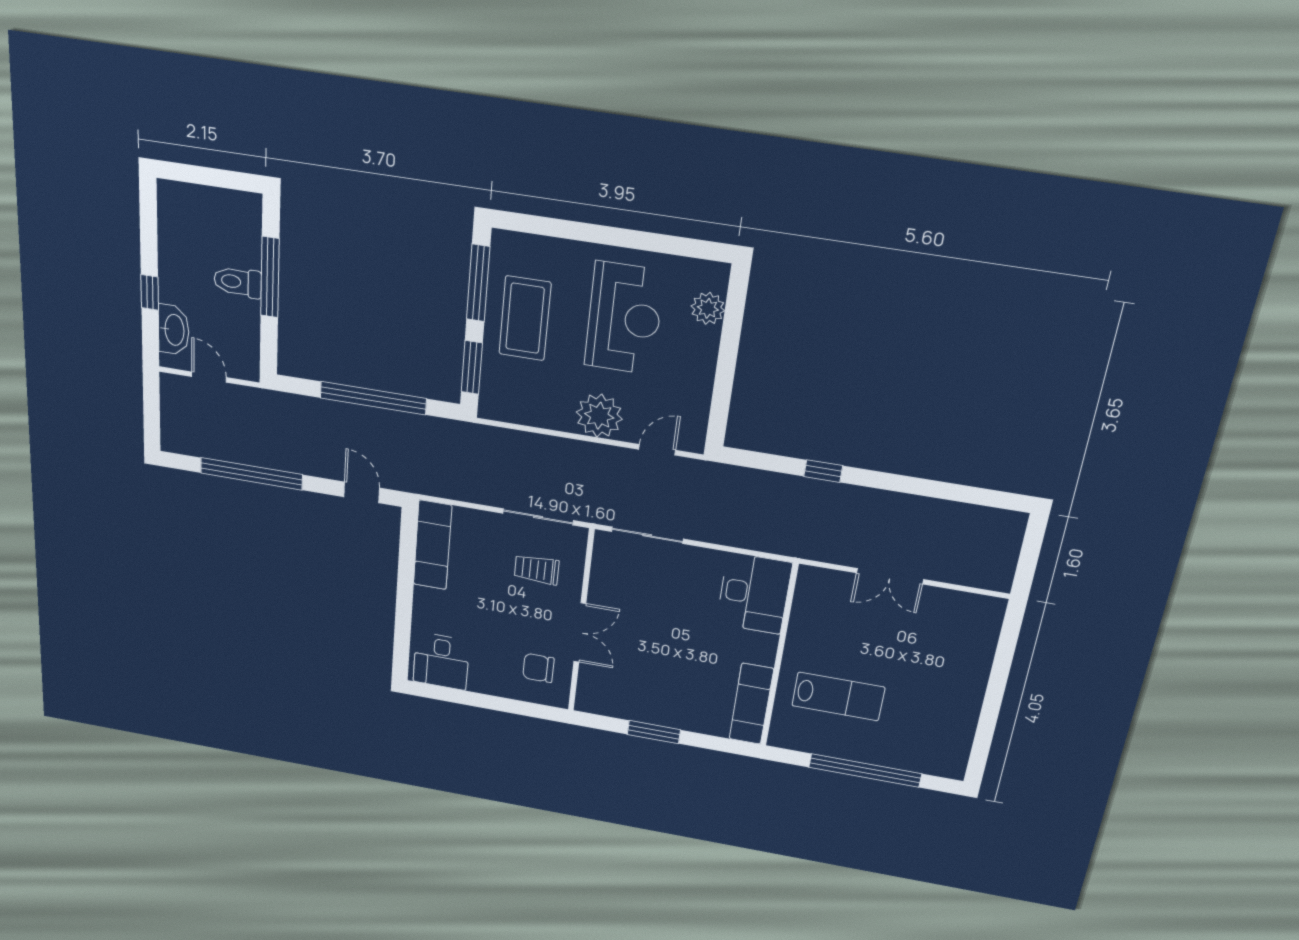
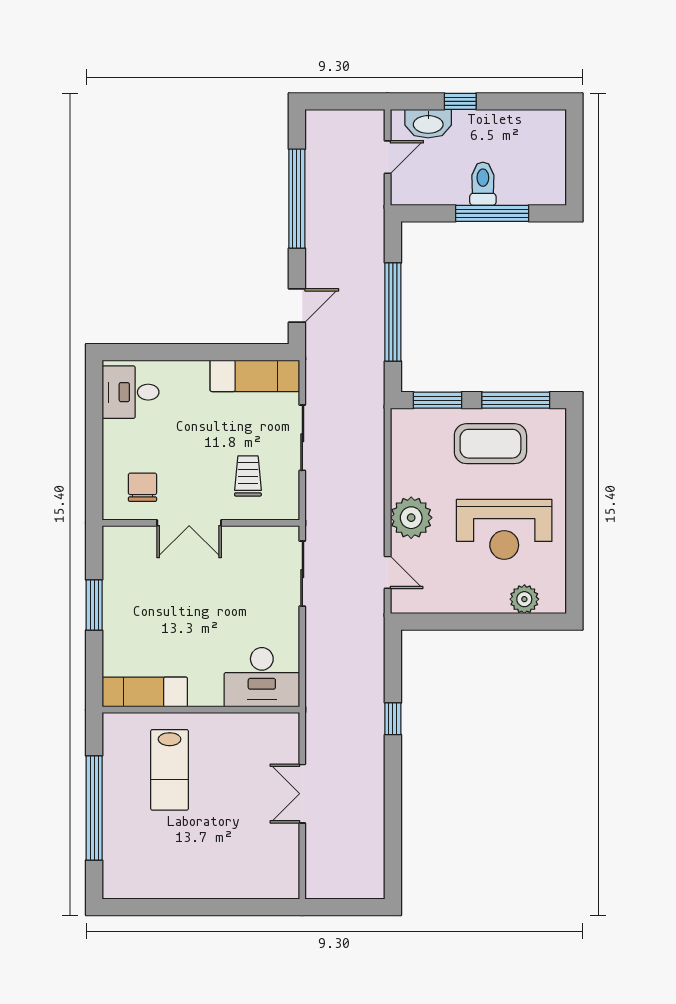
sliding door: (538, 517) -> (302, 438), moved

